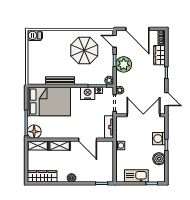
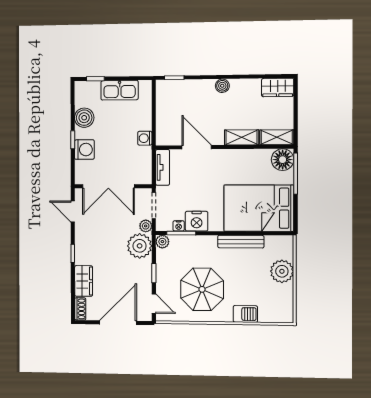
door: (137, 29) -> (118, 323), hinge flipped
barbecue: (35, 35) -> (245, 314), moved
plant: (35, 62) -> (282, 271), added
plant: (124, 64) -> (140, 246), moved
wardrobe: (42, 176) -> (278, 87), width x0.67

